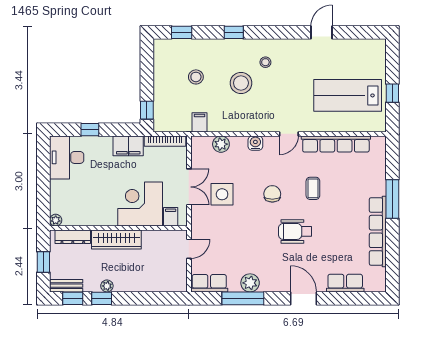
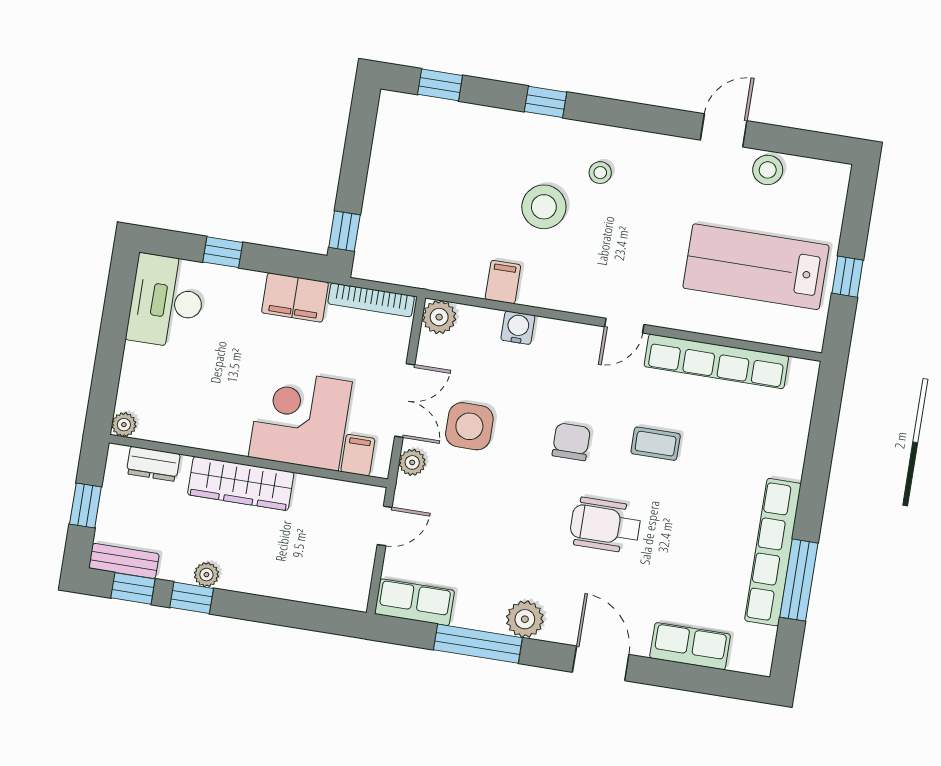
stool: (196, 77) -> (768, 170), moved
filing cabinet: (200, 122) -> (503, 282), moved
water cooler: (255, 143) -> (518, 328), moved
plant: (221, 144) -> (439, 317), moved
coffee table: (313, 188) -> (656, 444), turned 90
window: (392, 199) -> (799, 580), moved
plant: (197, 216) -> (412, 462), added
dresser: (73, 237) -> (153, 464), width x0.70
plant: (250, 283) -> (525, 619), moved

